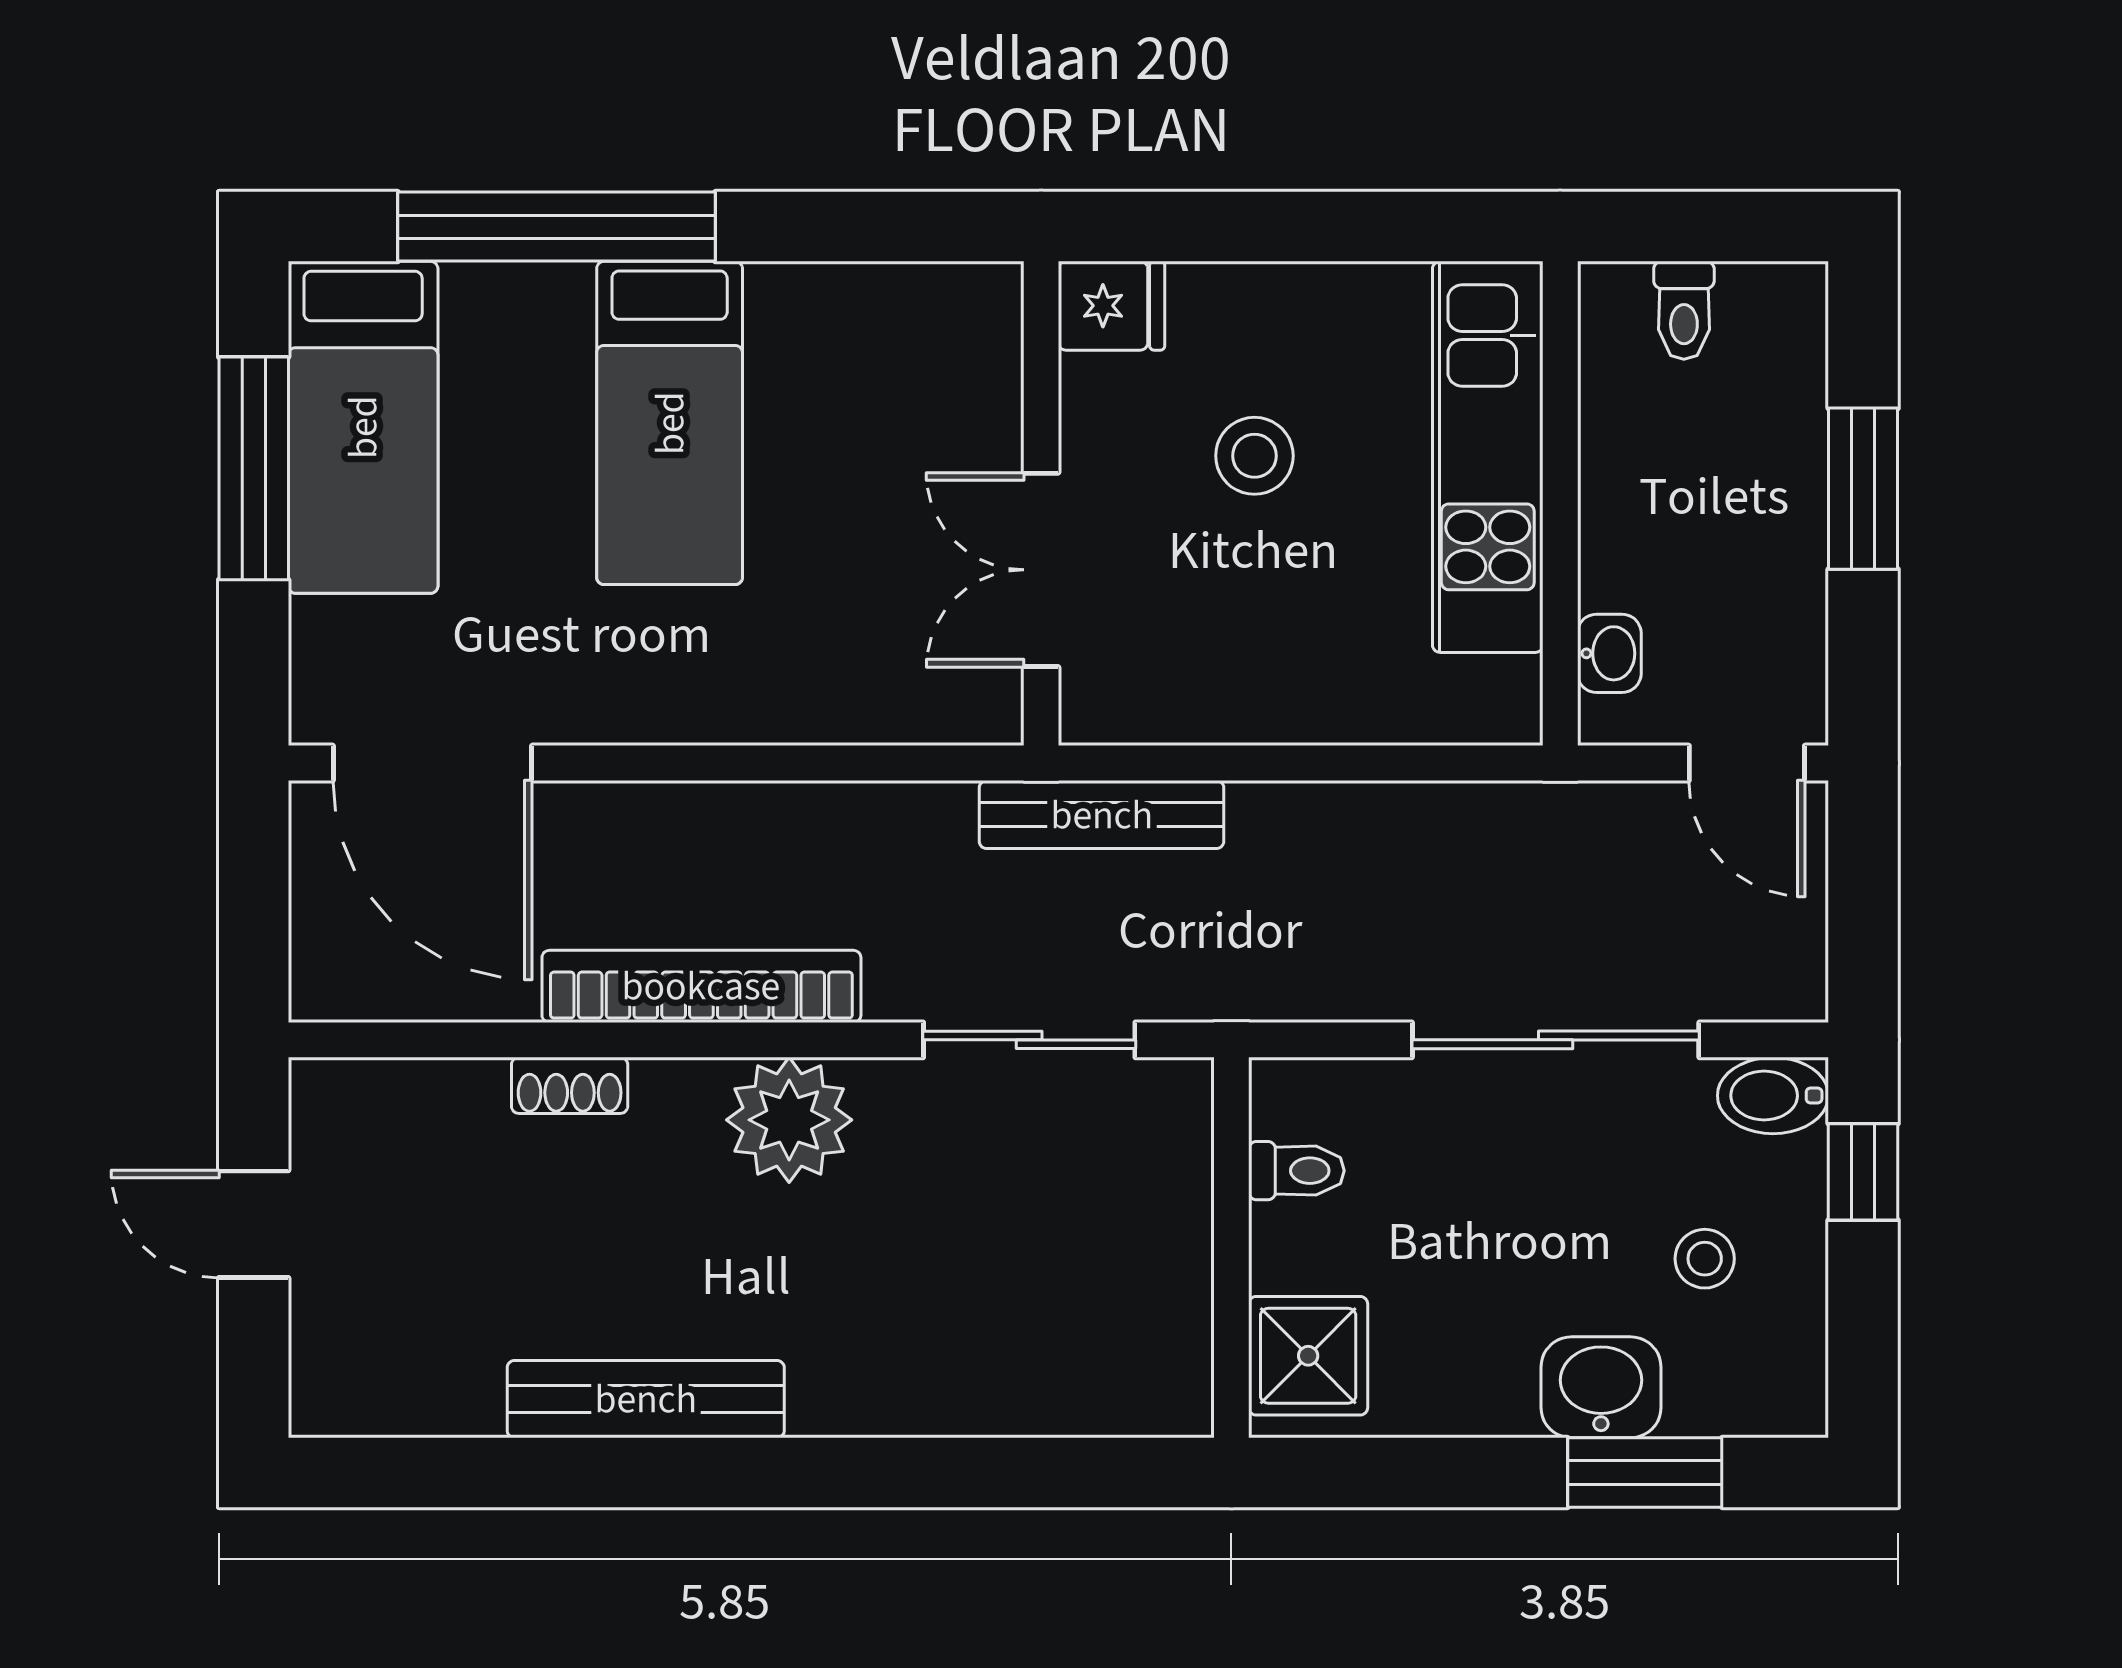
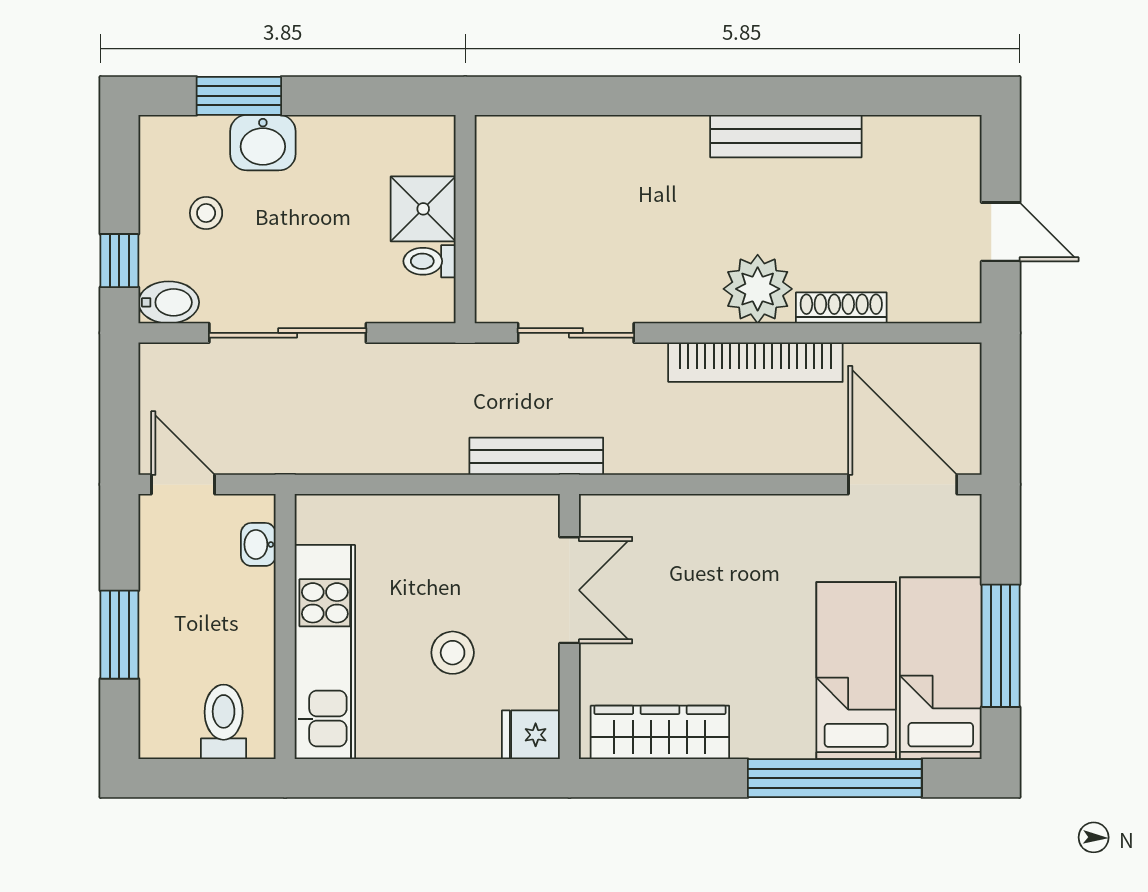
wardrobe: (876, 310) -> (660, 732), added
toilet: (1684, 310) -> (224, 722), width x1.37, depth x1.39
bed: (670, 423) -> (856, 671), moved
shoe rack: (570, 1085) -> (841, 308), width x1.43
plant: (789, 1120) -> (758, 289), moved
shower: (1308, 1356) -> (423, 209), moved

